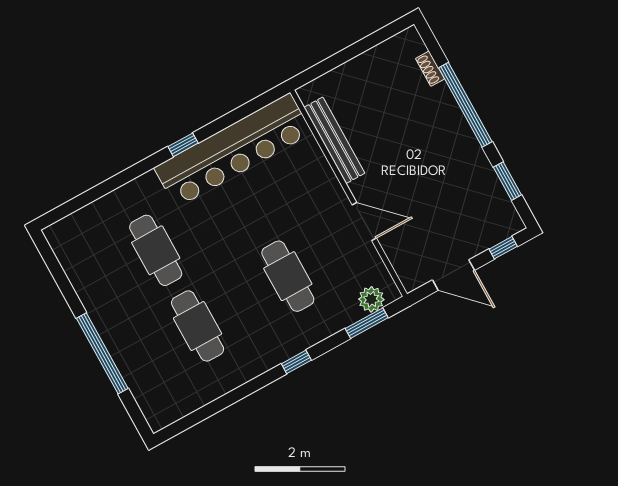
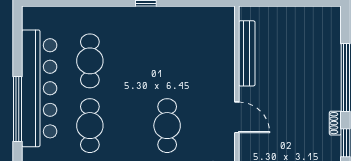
shoe rack: (430, 69) -> (335, 123), moved
bar counter: (233, 150) -> (39, 88), moved, turned -90

